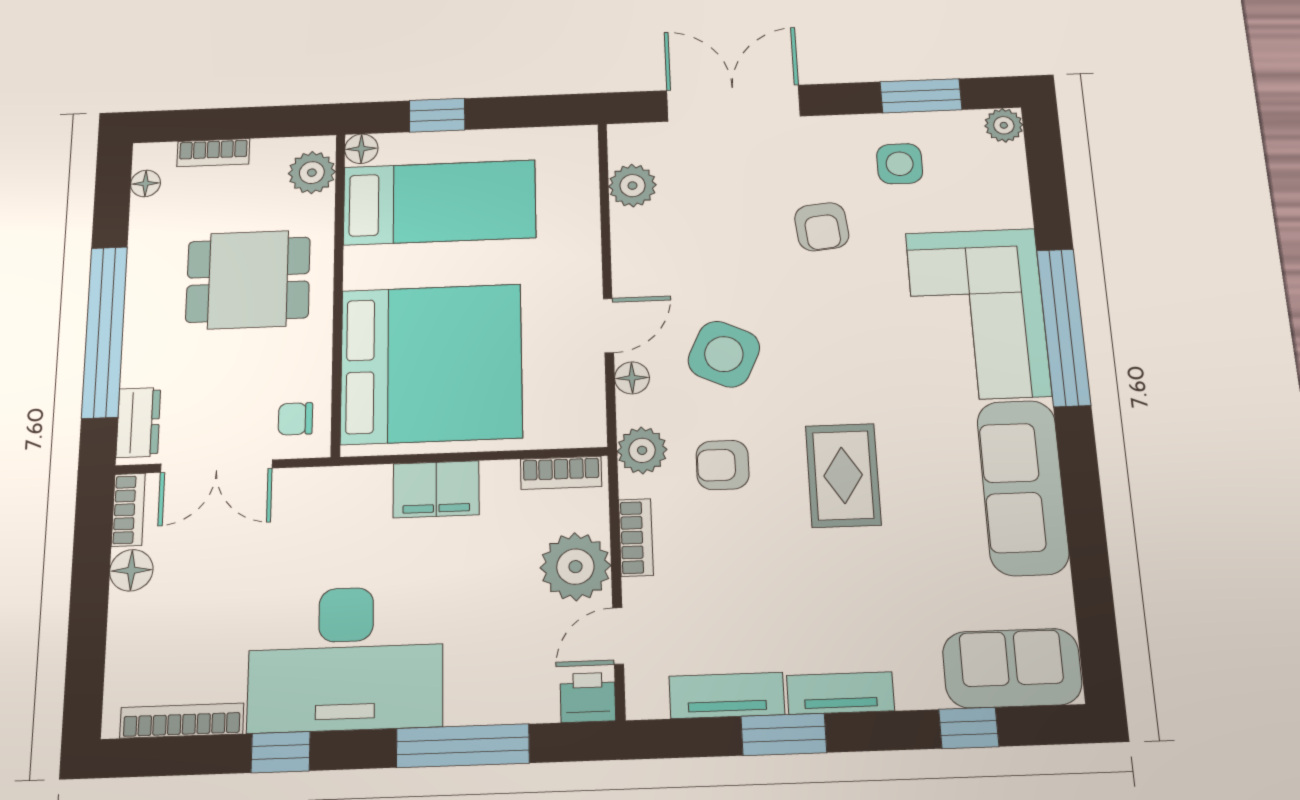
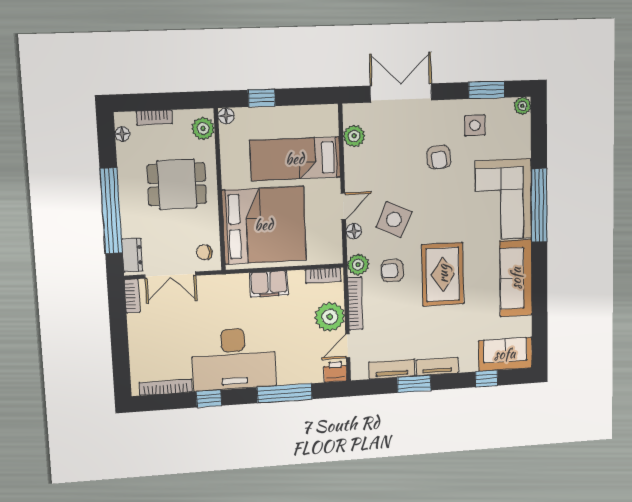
bed: (439, 202) -> (295, 159), moved, turned 180
rug: (843, 475) -> (443, 274), width x1.36, depth x1.43
bookcase: (636, 537) -> (355, 304), width x1.56
floor lamp: (131, 570) -> (137, 323), removed

